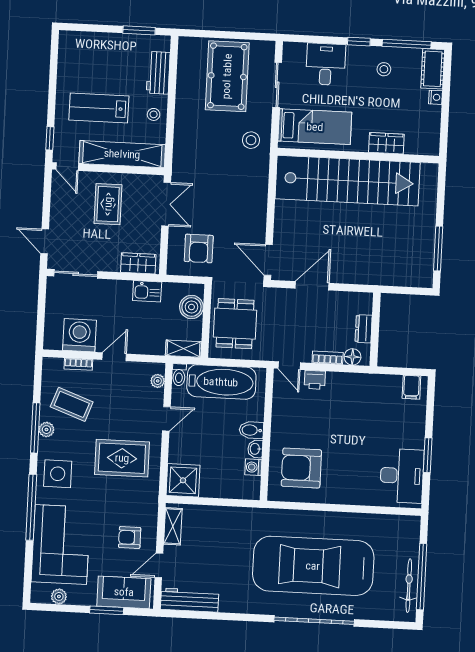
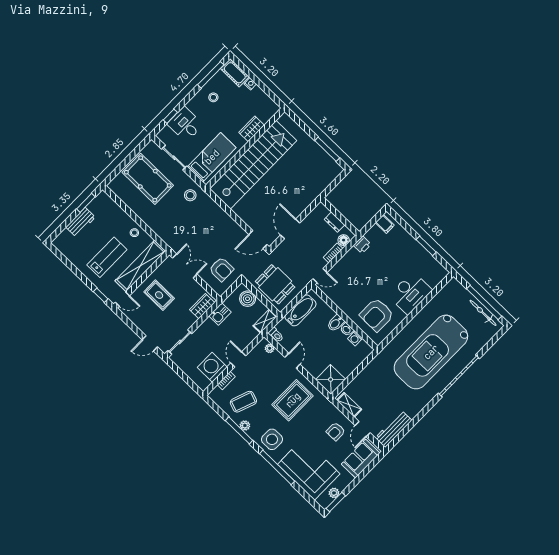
window: (359, 42) -> (170, 116), moved
workbench: (158, 73) -> (81, 222), moved, turned -90
lab bench: (99, 108) -> (107, 257), turned 180
printer: (315, 380) -> (362, 245), moved
bathtub: (221, 382) -> (301, 310), width x0.73, depth x0.73
desk: (402, 476) -> (410, 293), moved, turned 90
window: (107, 610) -> (336, 502), moved

